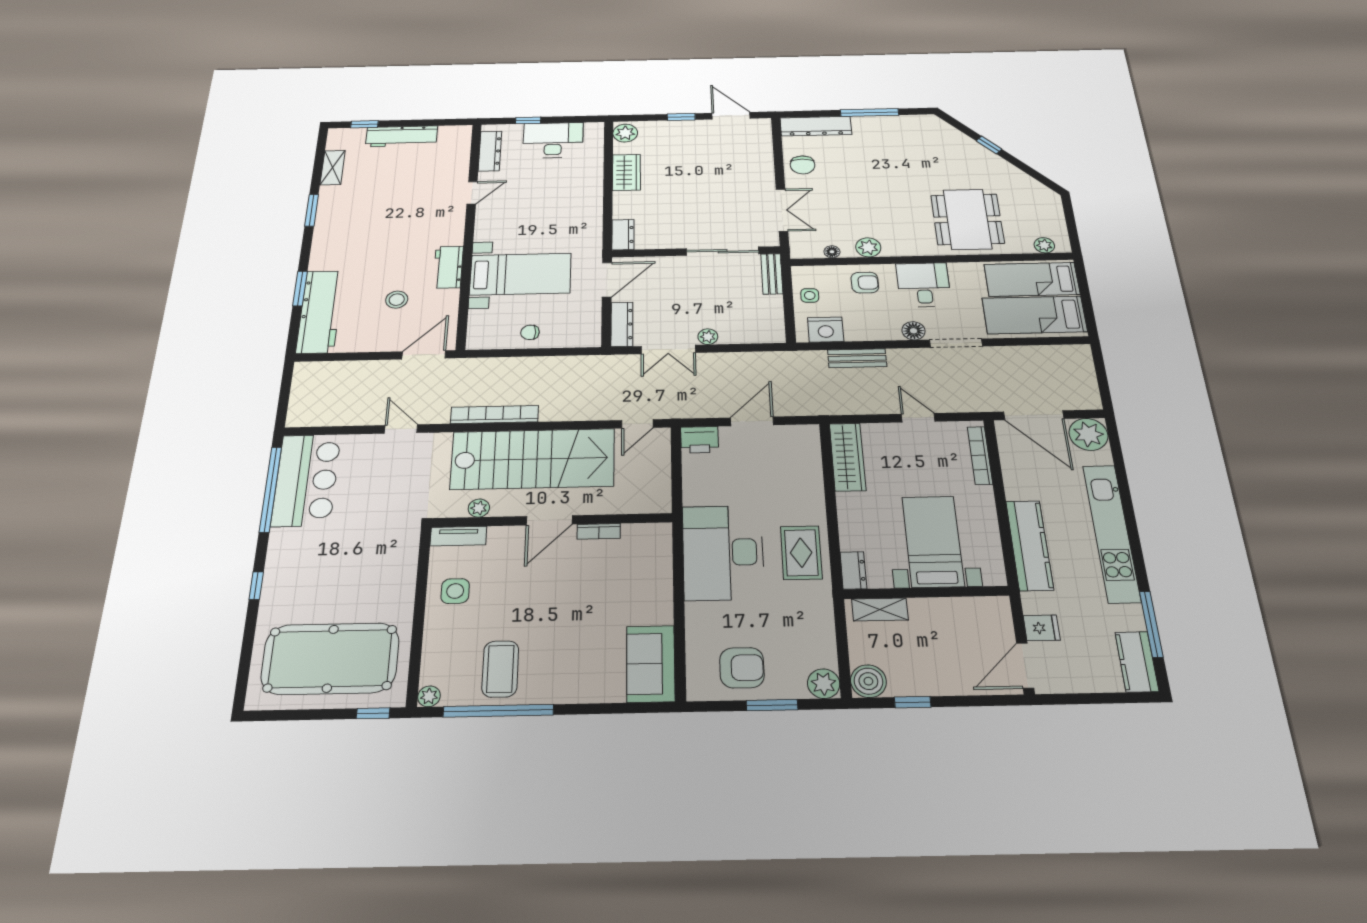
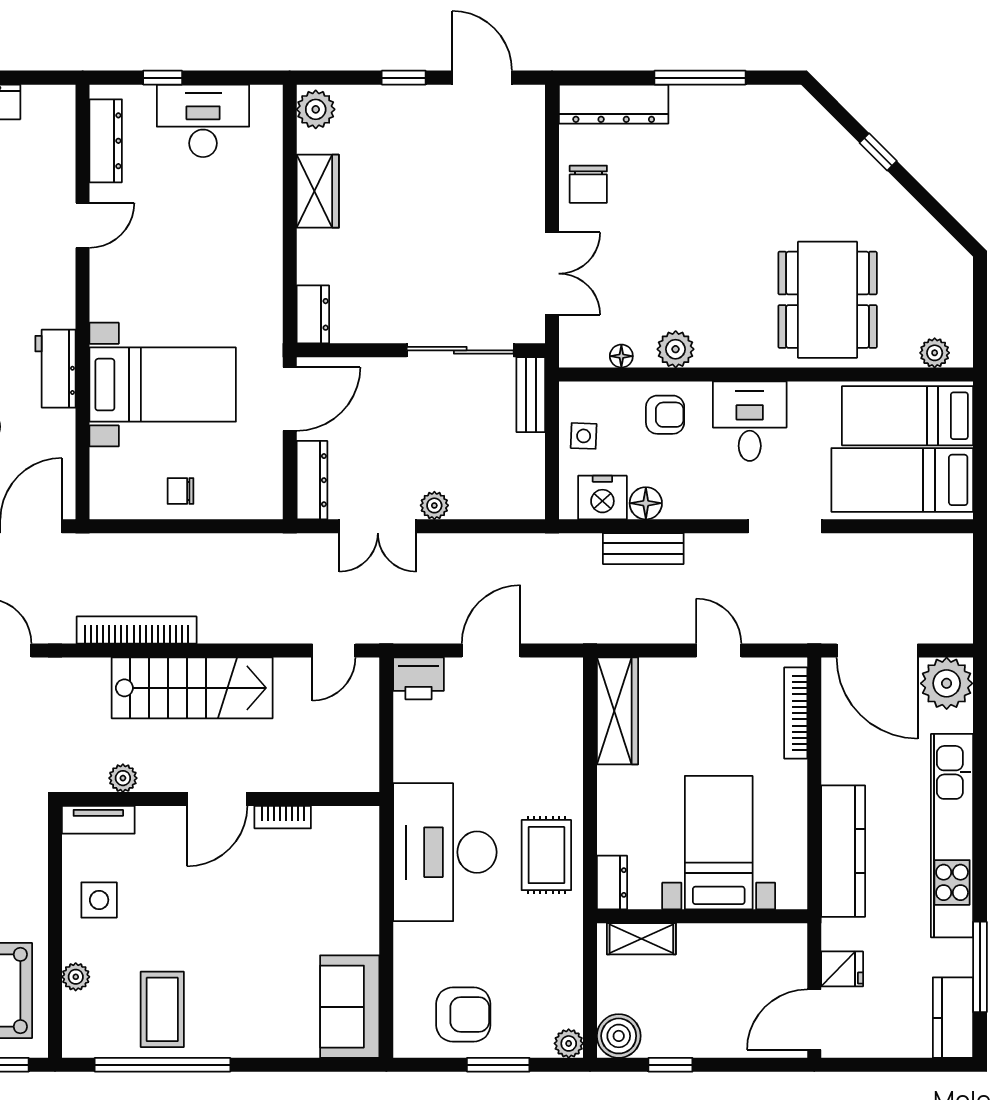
floor lamp: (914, 331) -> (646, 503), moved
stairs: (533, 459) -> (192, 688), width x0.73, depth x0.66
plant: (824, 684) -> (569, 1043), width x0.73, depth x0.73
plant: (429, 696) -> (76, 977), moved

